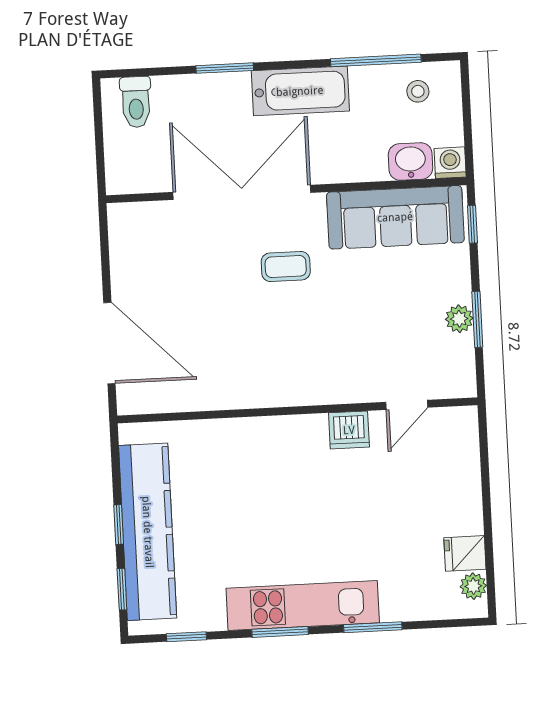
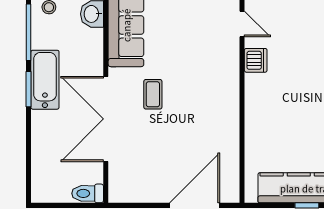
window: (225, 68) -> (29, 89), moved
toilet: (136, 102) -> (88, 193), moved, turned 180

